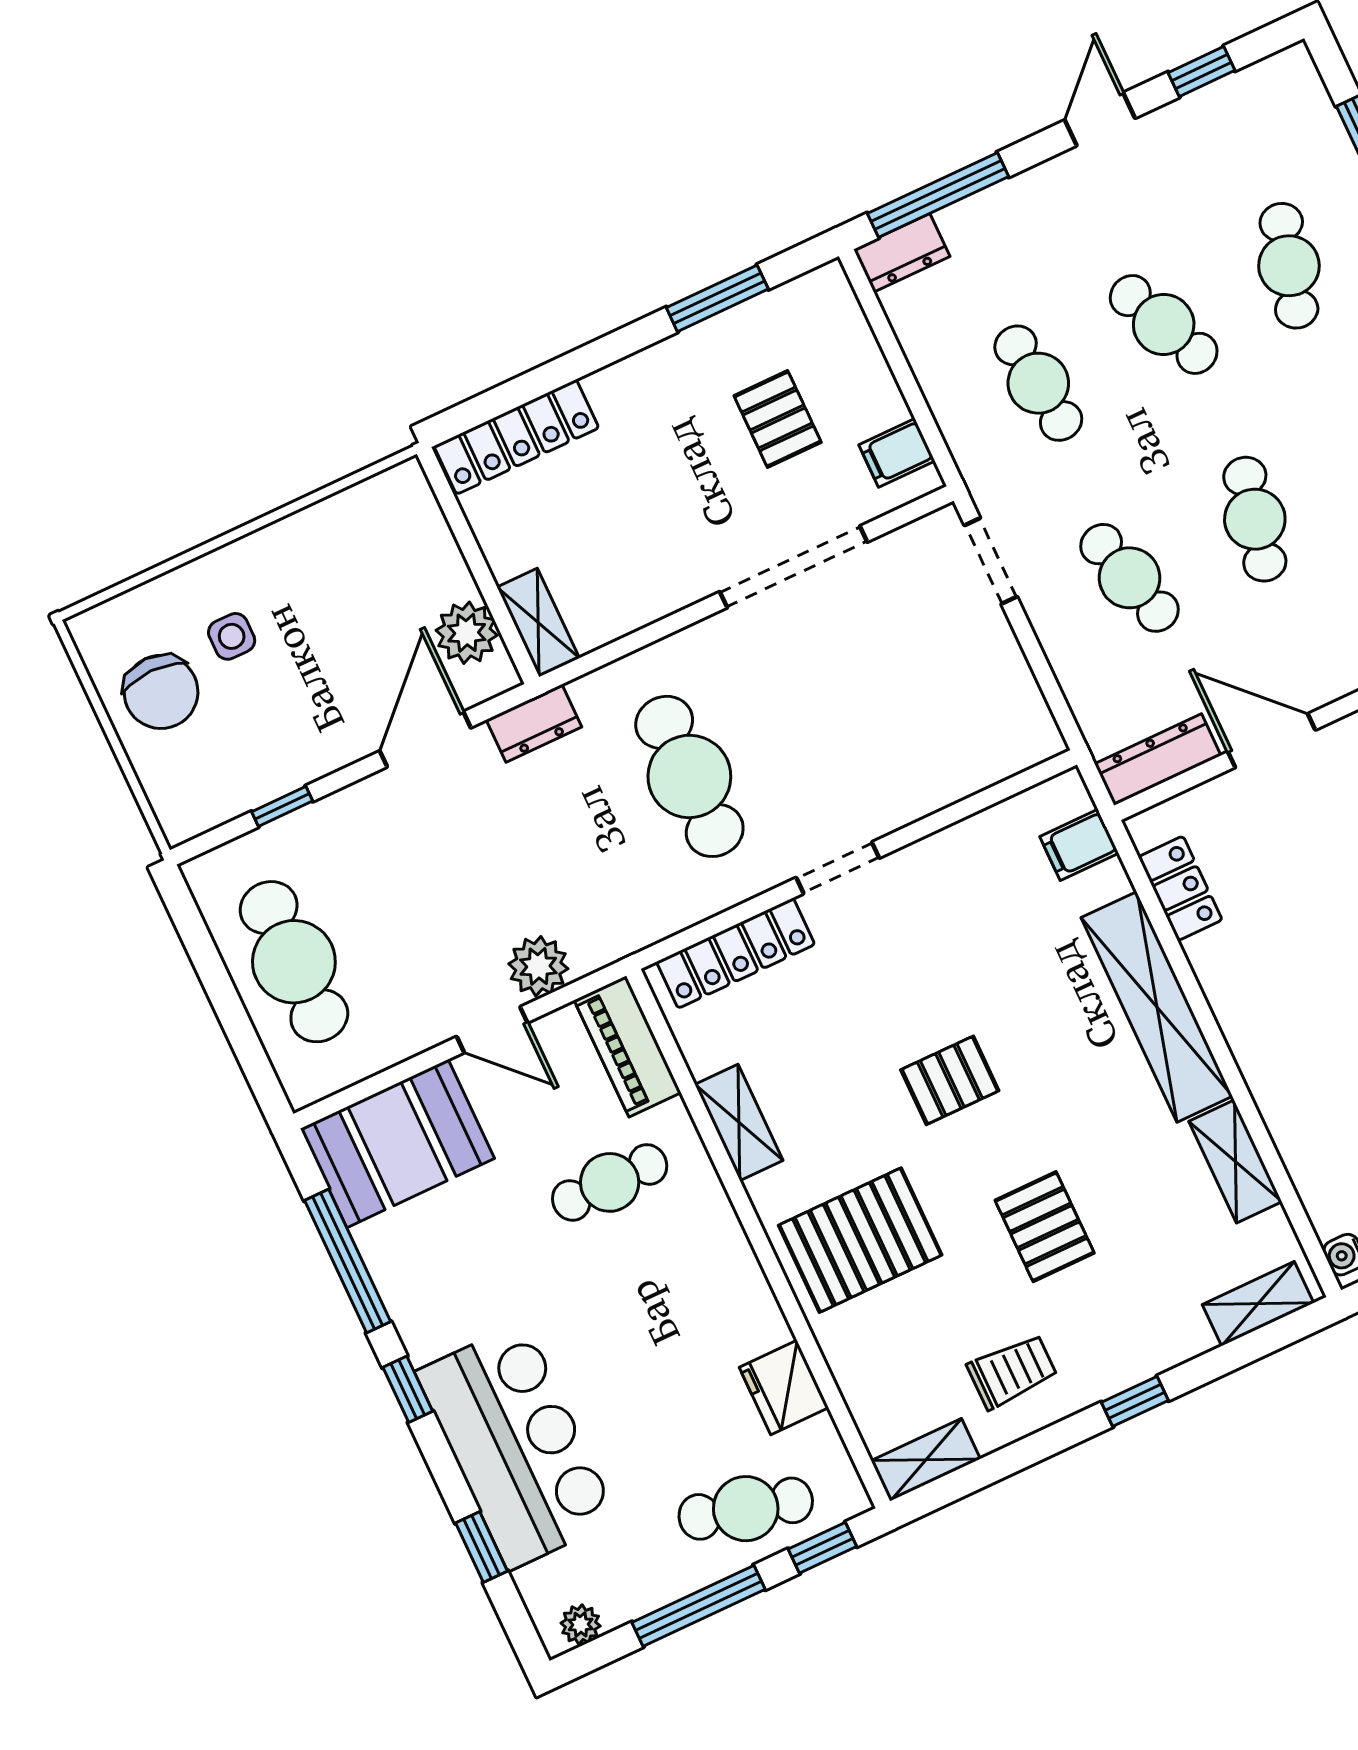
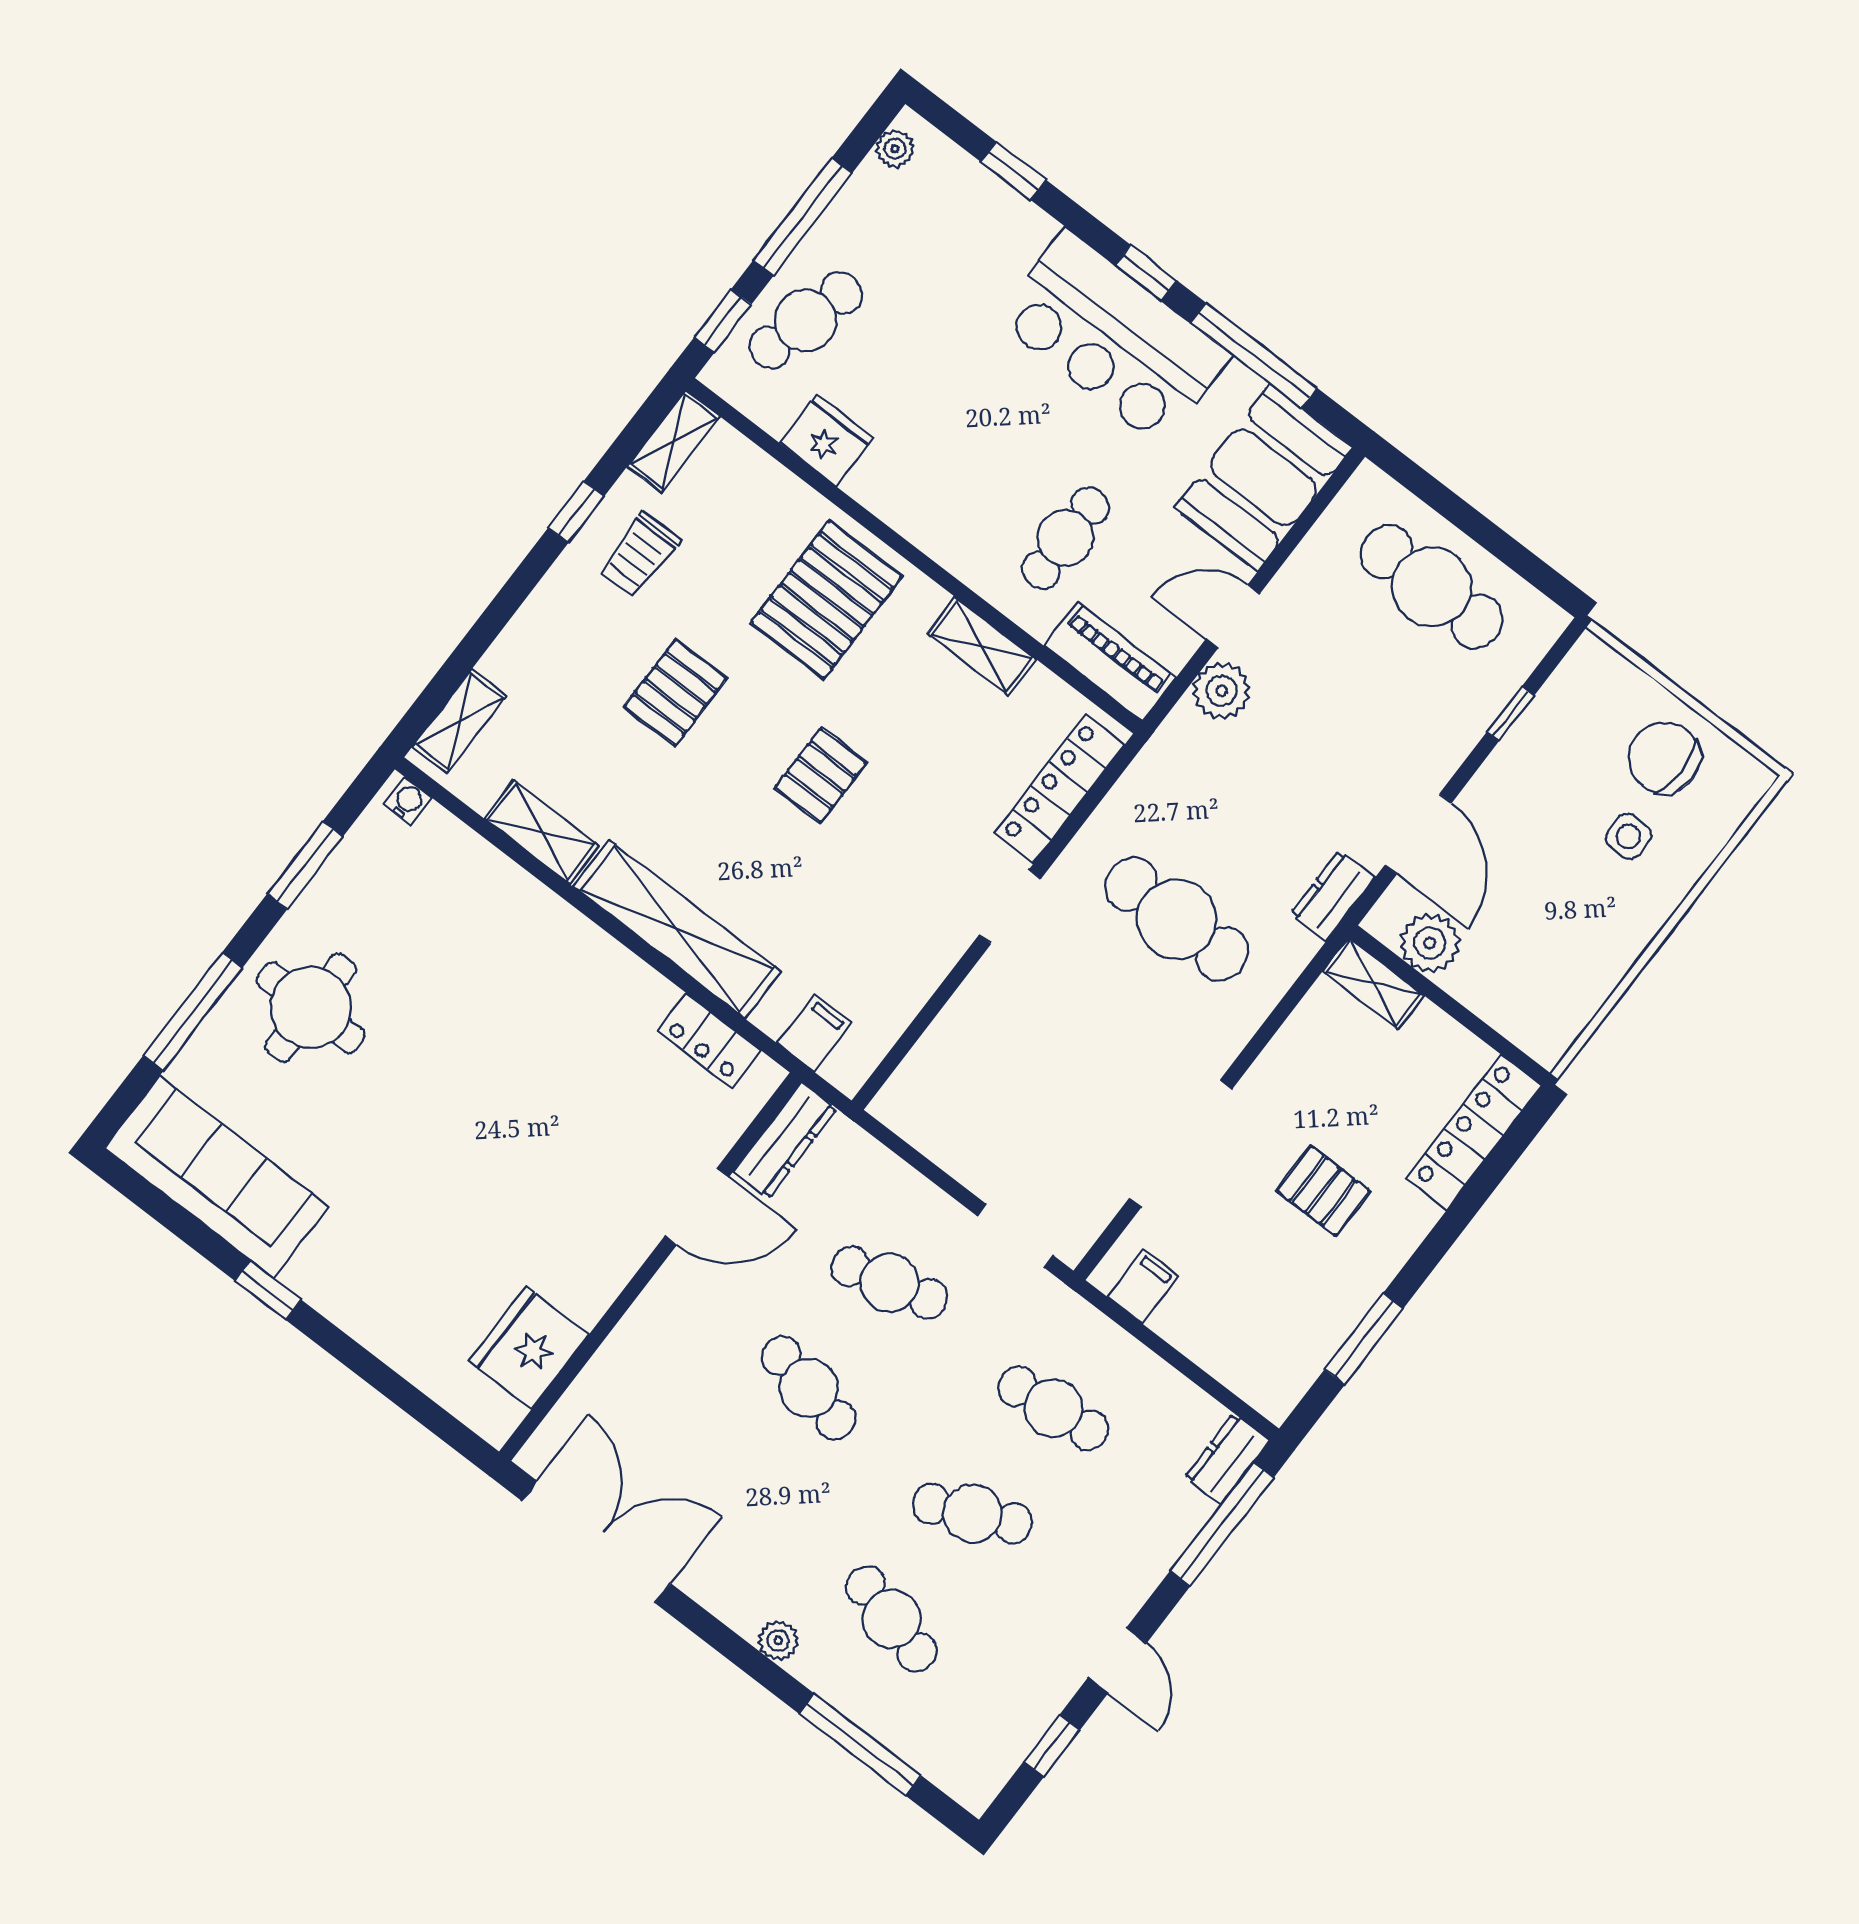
pallet: (778, 419) -> (1323, 1191), moved
pallet: (1045, 1227) -> (675, 692), turned 90
window: (1135, 1401) -> (576, 512), moved
bar counter: (517, 1446) -> (1113, 338), moved

